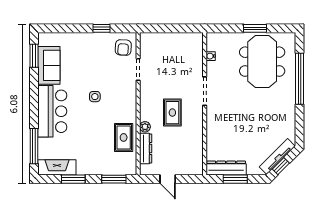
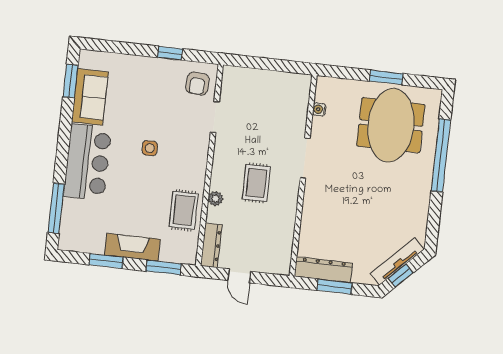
dresser: (146, 148) -> (211, 245), moved
fireplace: (57, 167) -> (132, 247), moved

